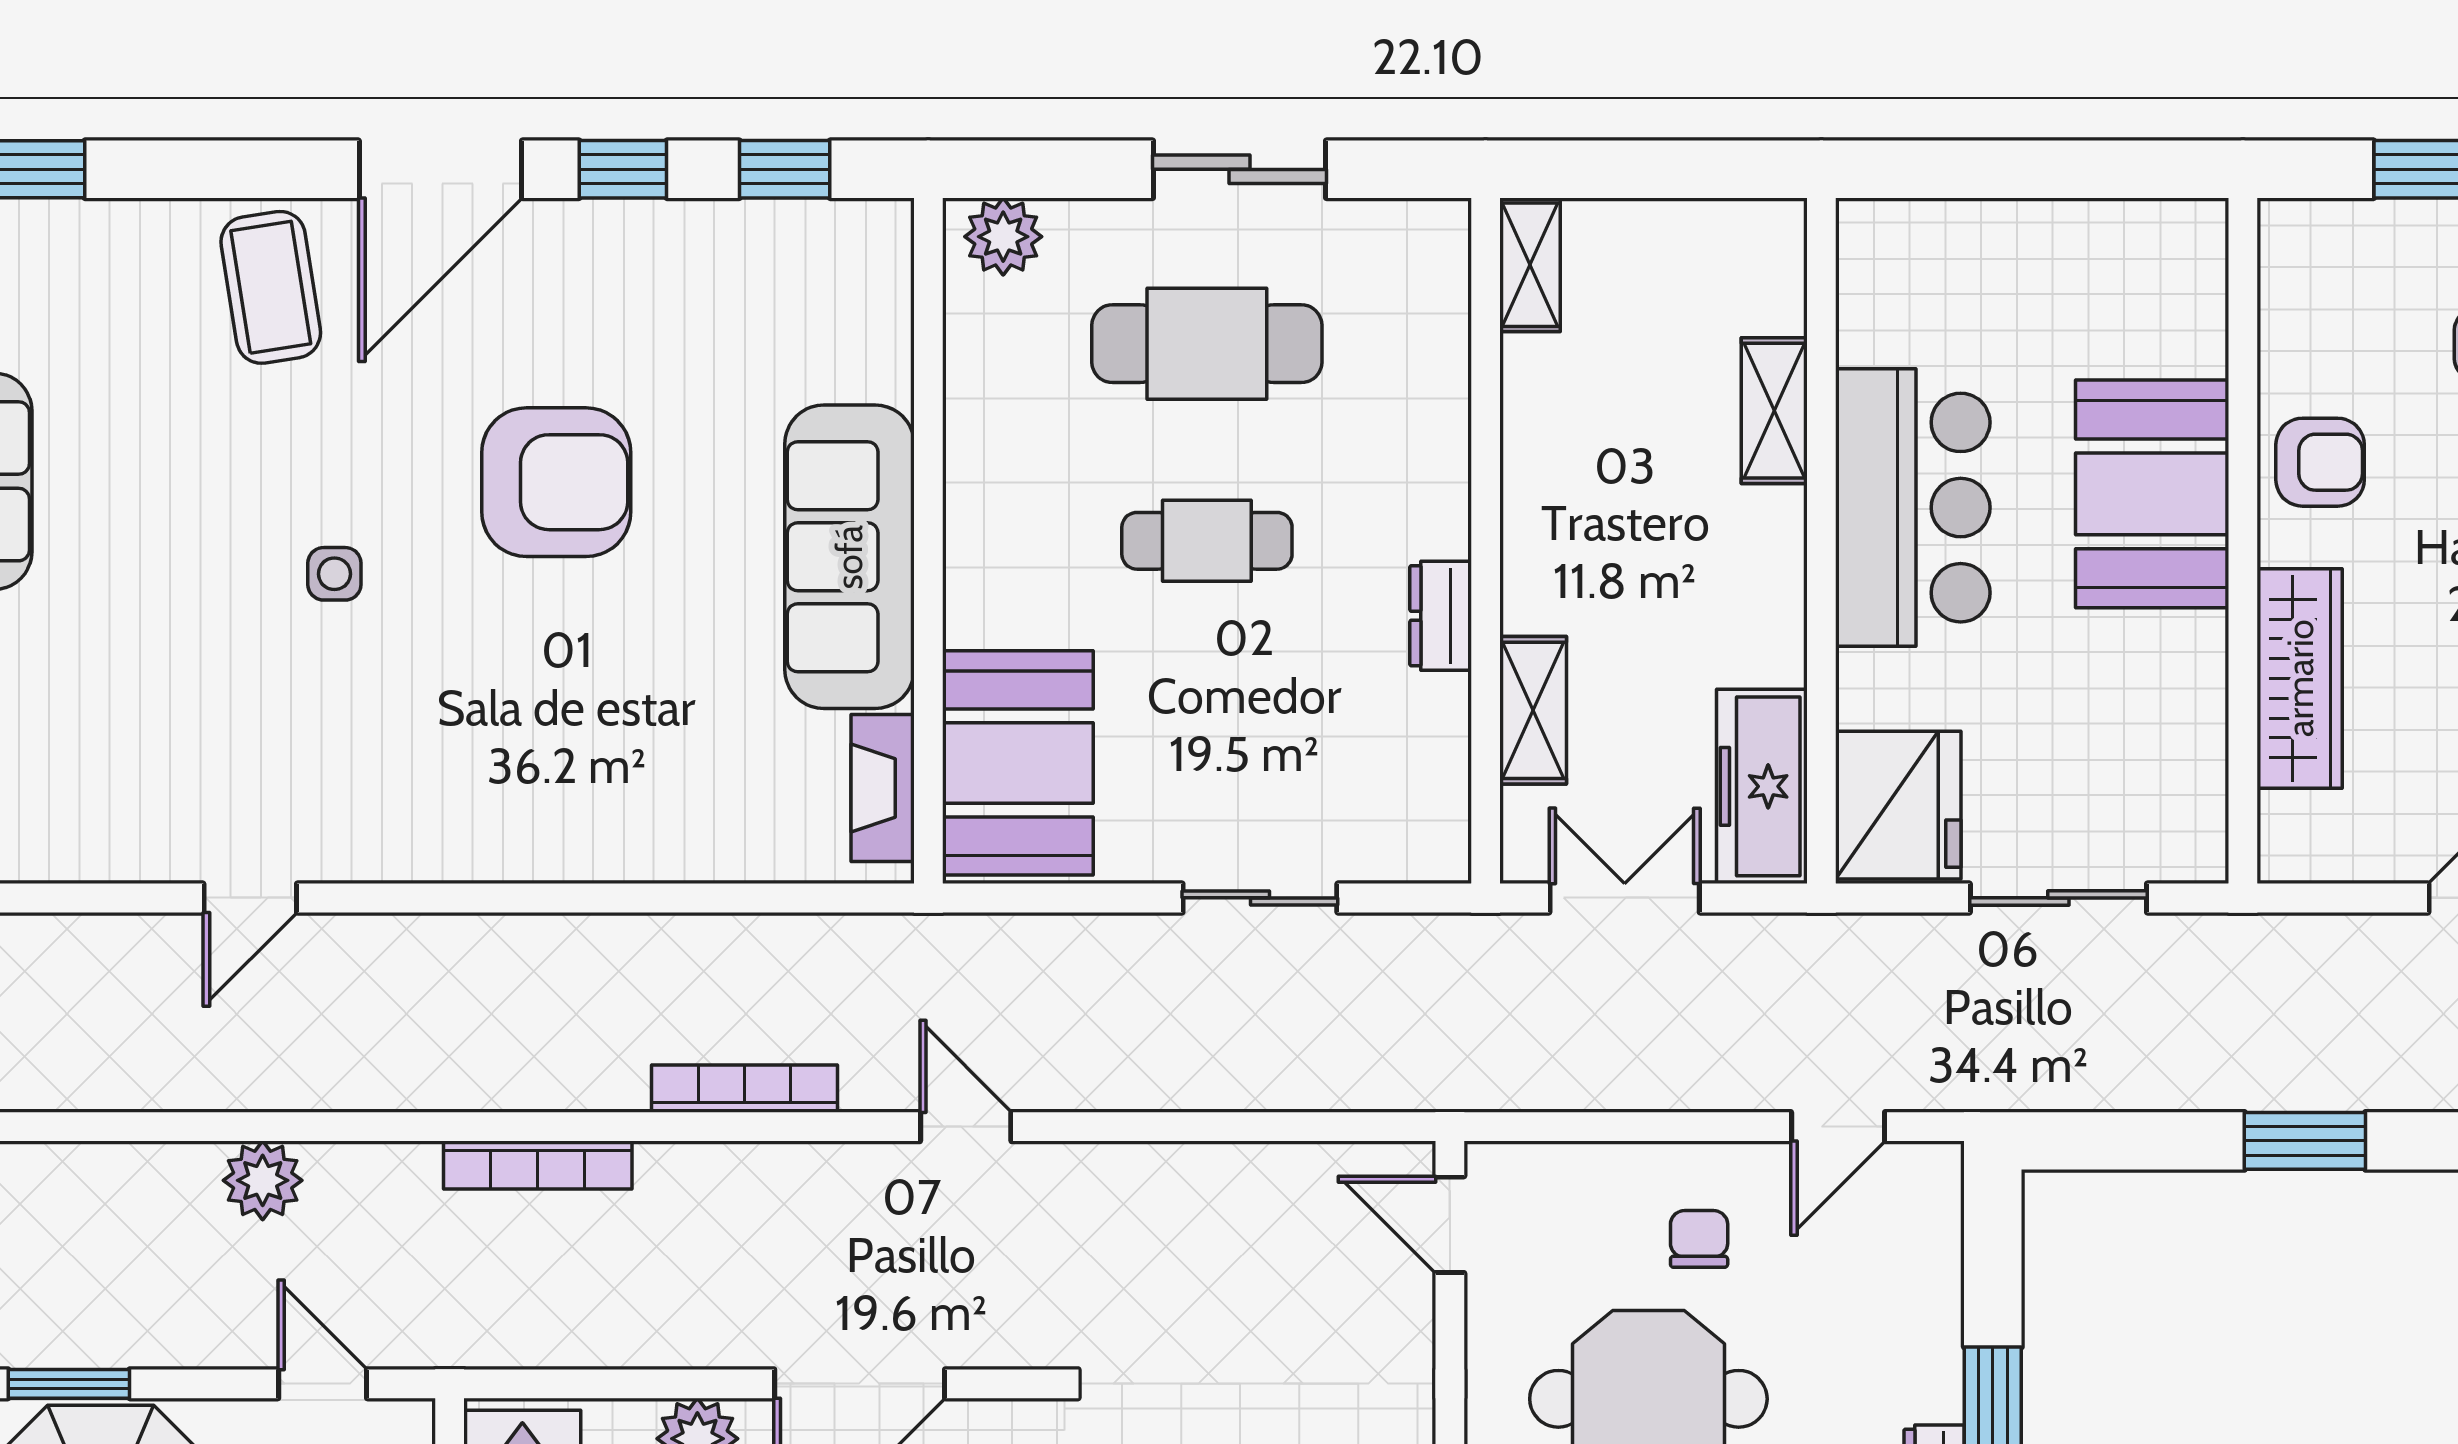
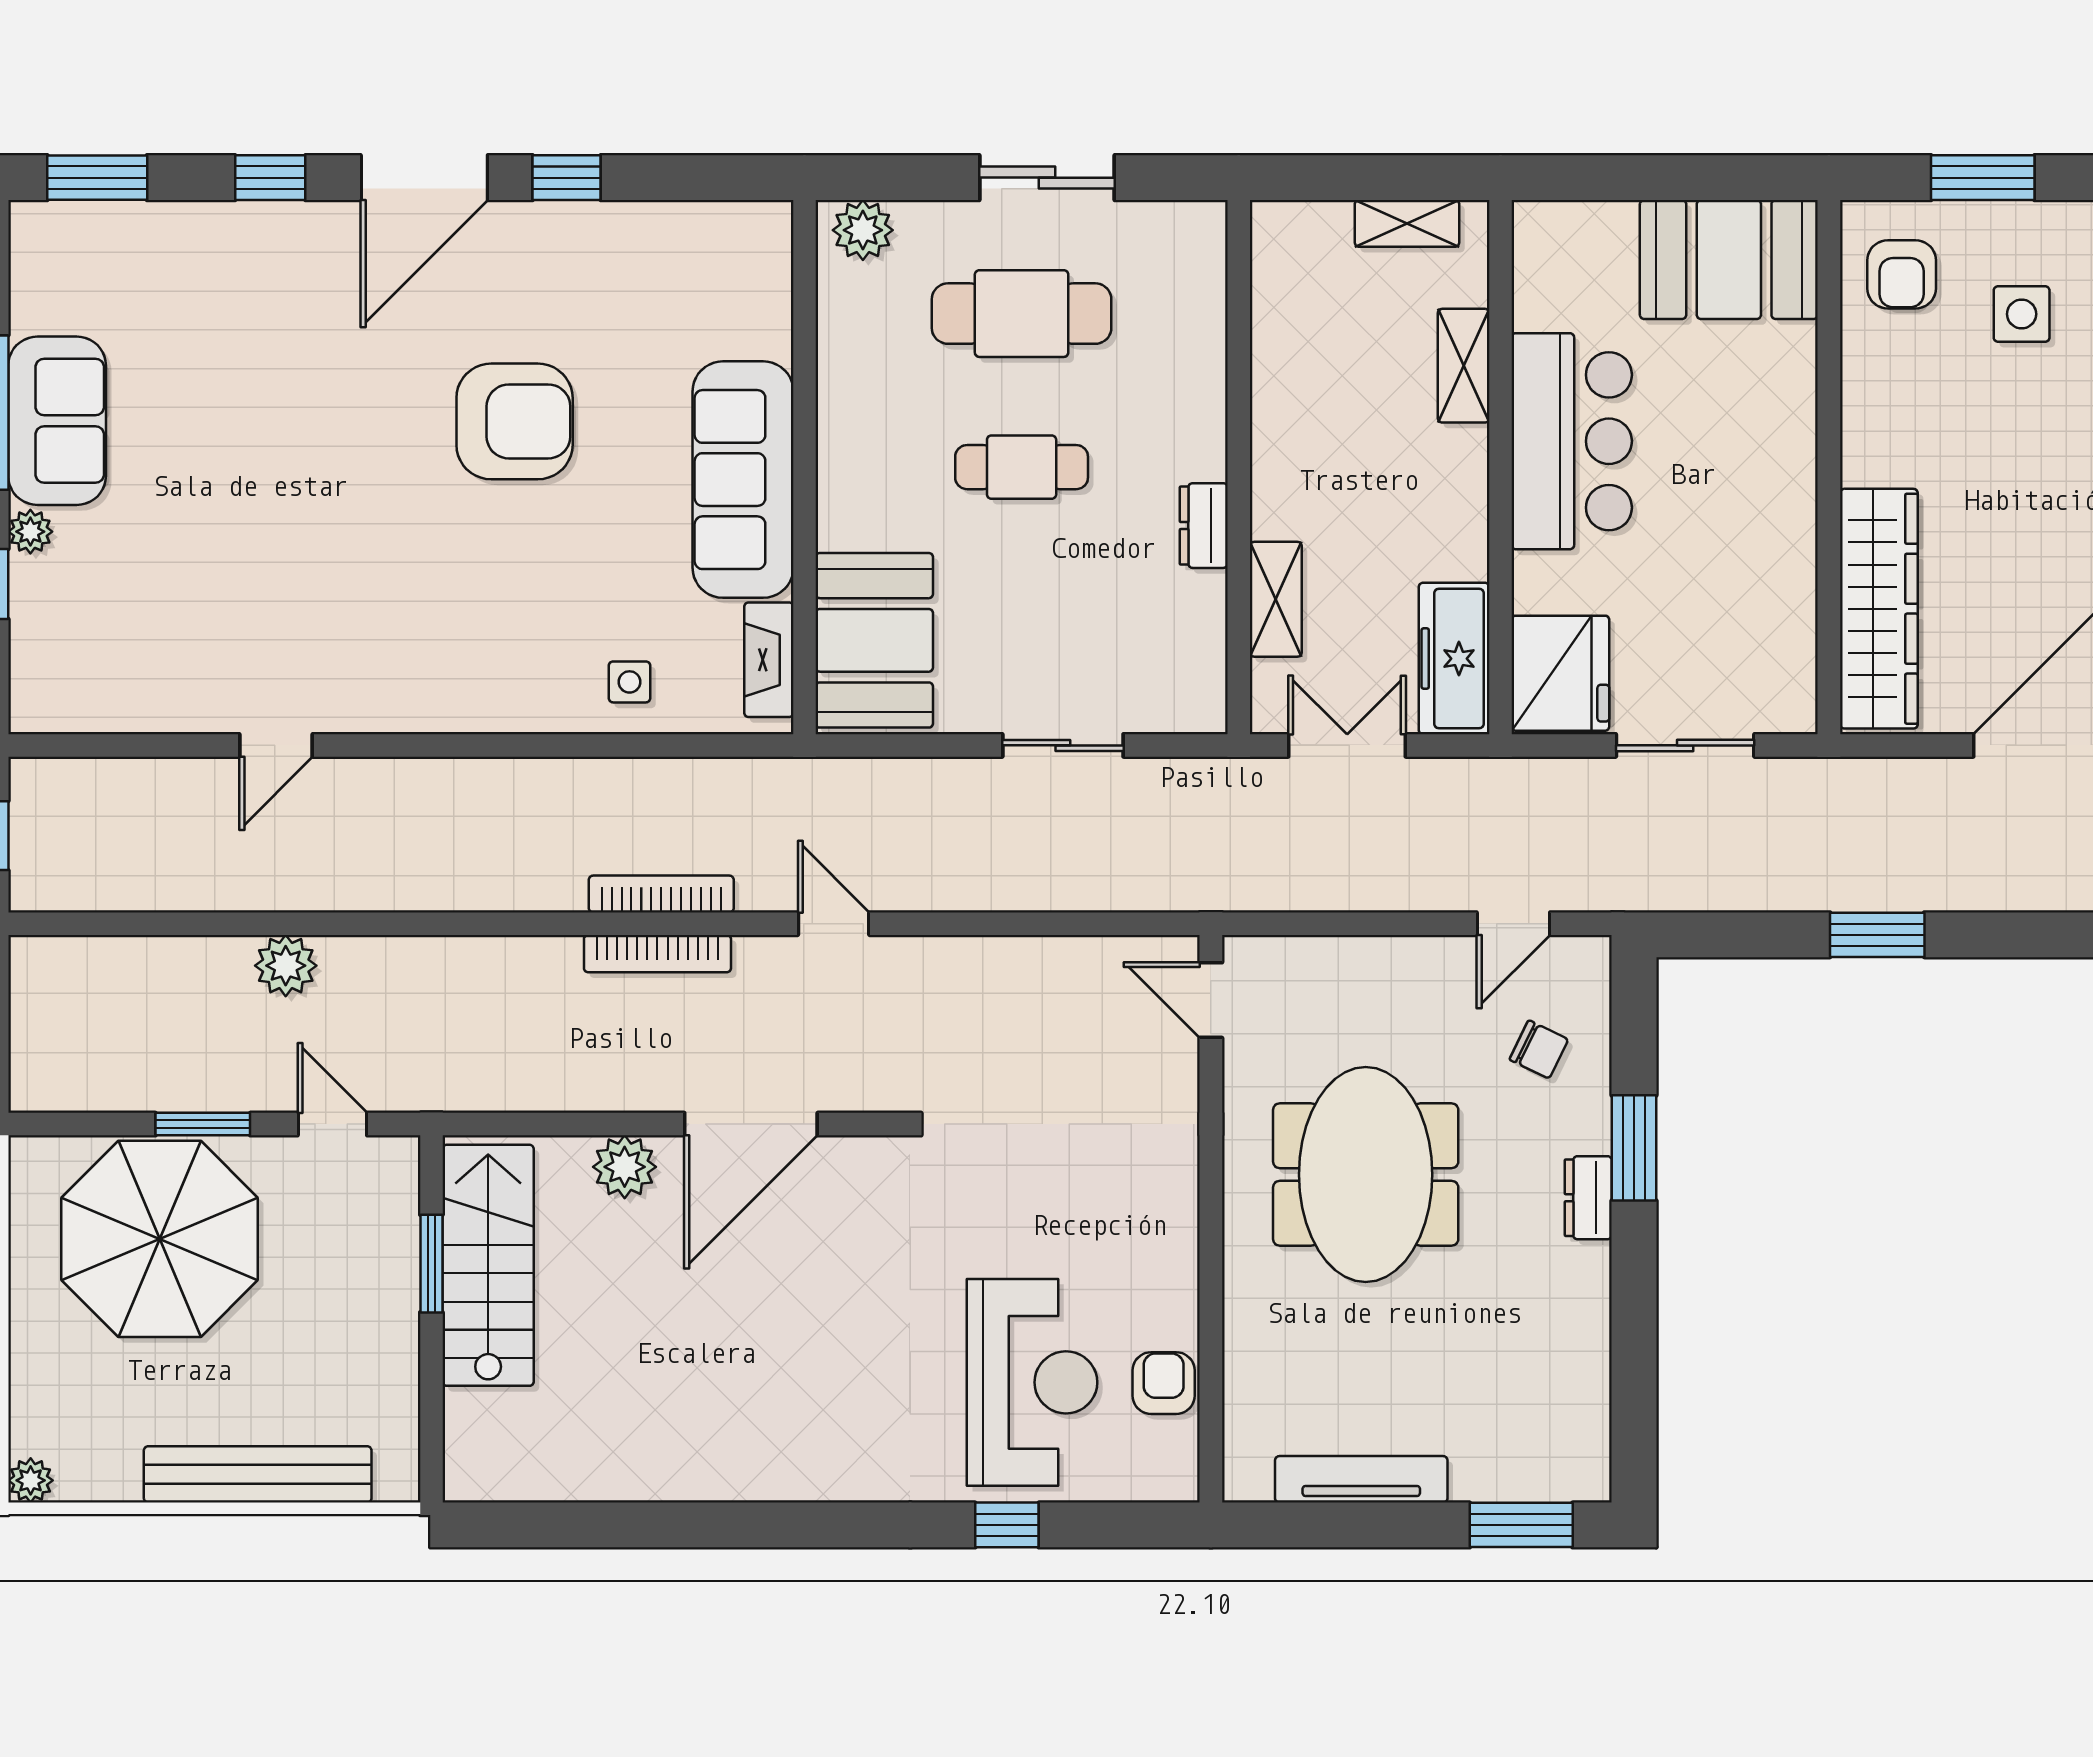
window: (785, 169) -> (270, 178), moved
shelving: (1530, 265) -> (1407, 223), moved, turned 90
coffee table: (271, 287) -> (292, 270), removed
armchair: (2320, 462) -> (1902, 274), moved, turned 90
booth: (2152, 494) -> (1729, 260), moved, turned 90
side table: (334, 574) -> (630, 682), moved
wardrobe: (2300, 678) -> (1879, 609), width x1.40, depth x1.17
bookcase: (538, 1165) -> (657, 954), moved
chair: (1699, 1239) -> (1539, 1049), moved, turned 116
window: (69, 1384) -> (203, 1124), moved

